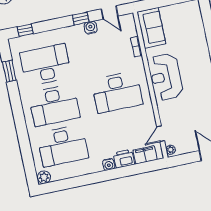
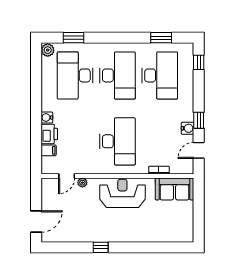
desk: (117, 92) -> (117, 141), turned 180
desk: (54, 105) -> (117, 75), turned 180
door: (161, 134) -> (67, 176), swing flipped
plant: (171, 150) -> (82, 183), moved
window: (27, 155) -> (73, 38), added
filing cabinet: (145, 155) -> (49, 150), width x0.50

